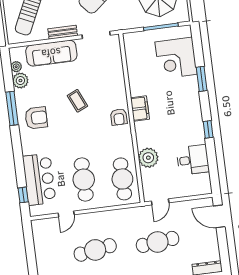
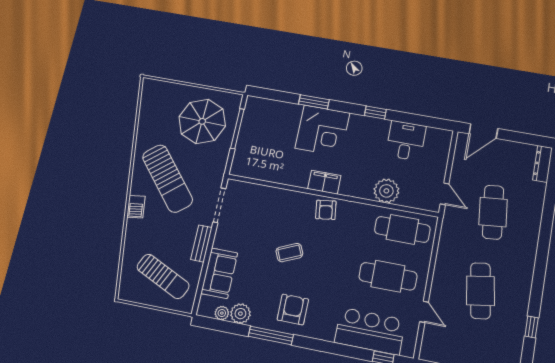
sofa: (51, 53) -> (219, 273), width x0.73
corner desk: (176, 58) -> (322, 131), moved
armchair: (119, 117) -> (326, 210), turned 82

